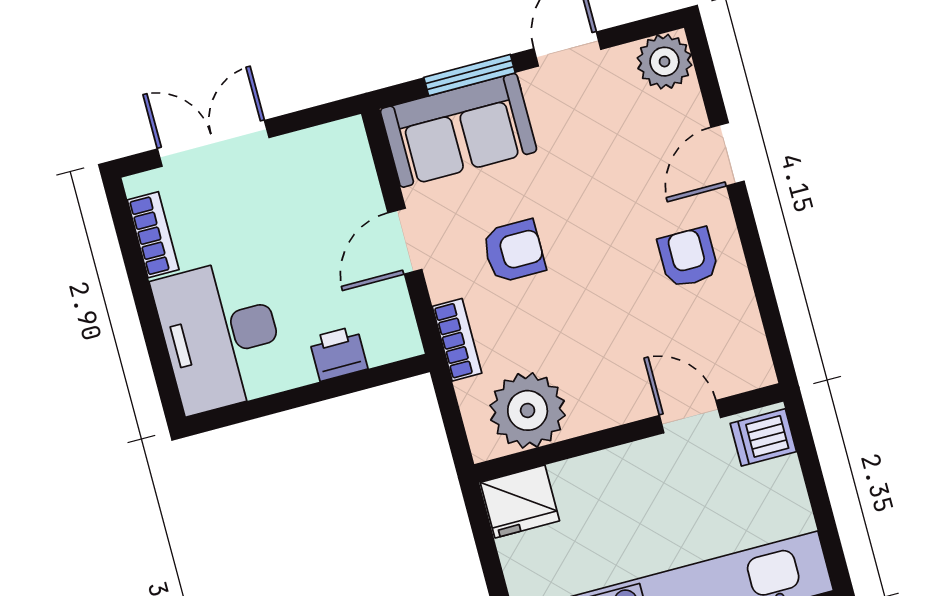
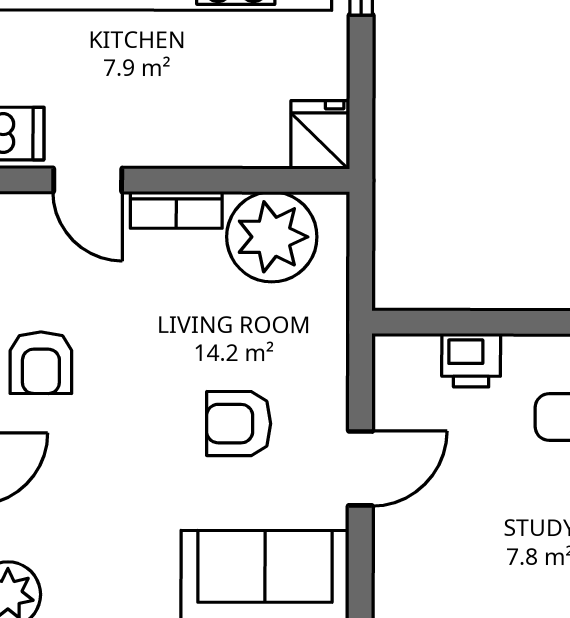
bookcase: (457, 340) -> (176, 210), moved, turned -90
fridge: (520, 502) -> (320, 135), width x0.72

